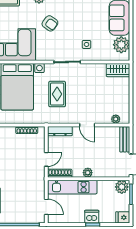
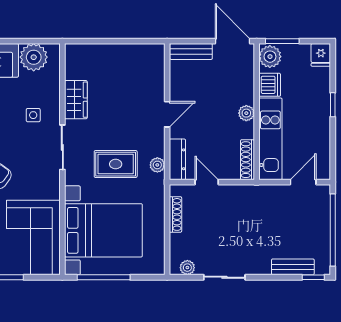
wardrobe: (118, 70) -> (76, 100), moved
plant: (116, 119) -> (157, 165), moved
door: (46, 159) -> (207, 182), moved
dishwasher: (92, 217) -> (270, 85), moved, turned 180

